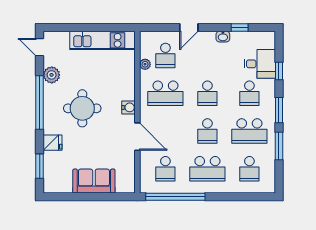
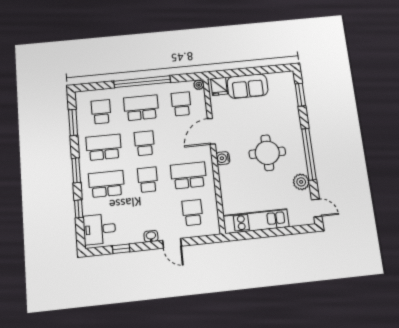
door: (189, 28) -> (172, 243), swing flipped
washbasin: (223, 37) -> (151, 236), moved
plant: (145, 64) -> (199, 85), moved
desk: (260, 64) -> (99, 229), moved
school desk: (249, 93) -> (106, 184), width x1.85
door: (137, 137) -> (211, 131), hinge flipped
fridge: (53, 143) -> (219, 86), moved, turned -90
window: (279, 146) -> (73, 122), moved
window: (175, 197) -> (142, 82), moved

